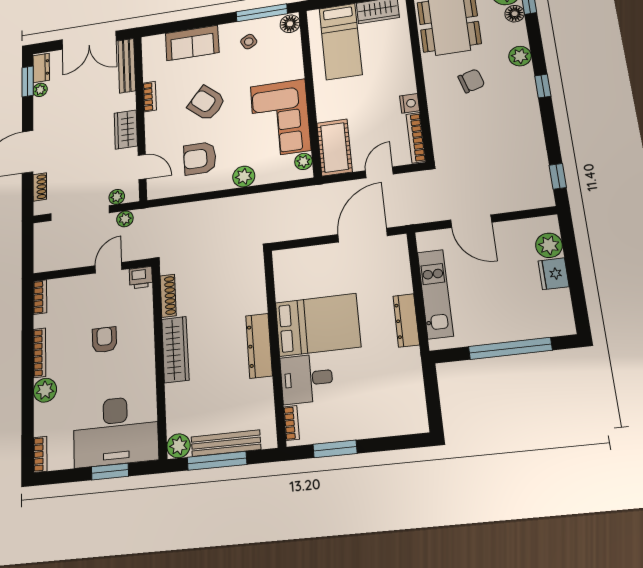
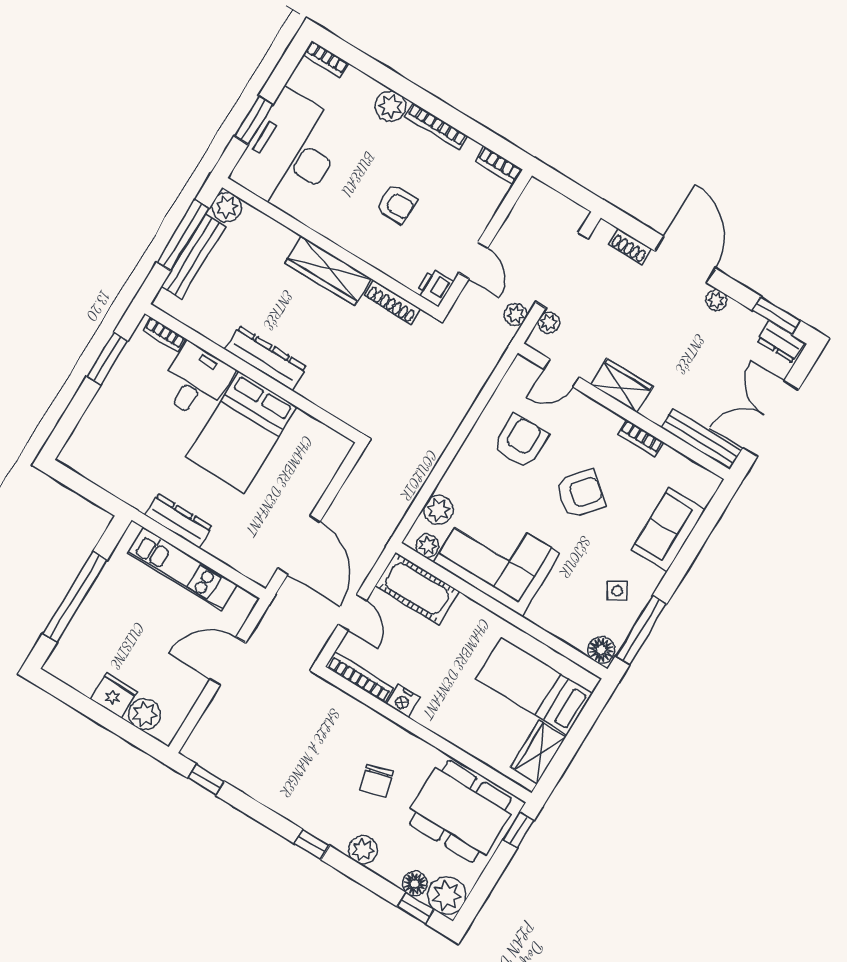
plant: (40, 90) -> (716, 300), moved
plant: (244, 177) -> (438, 510), moved

